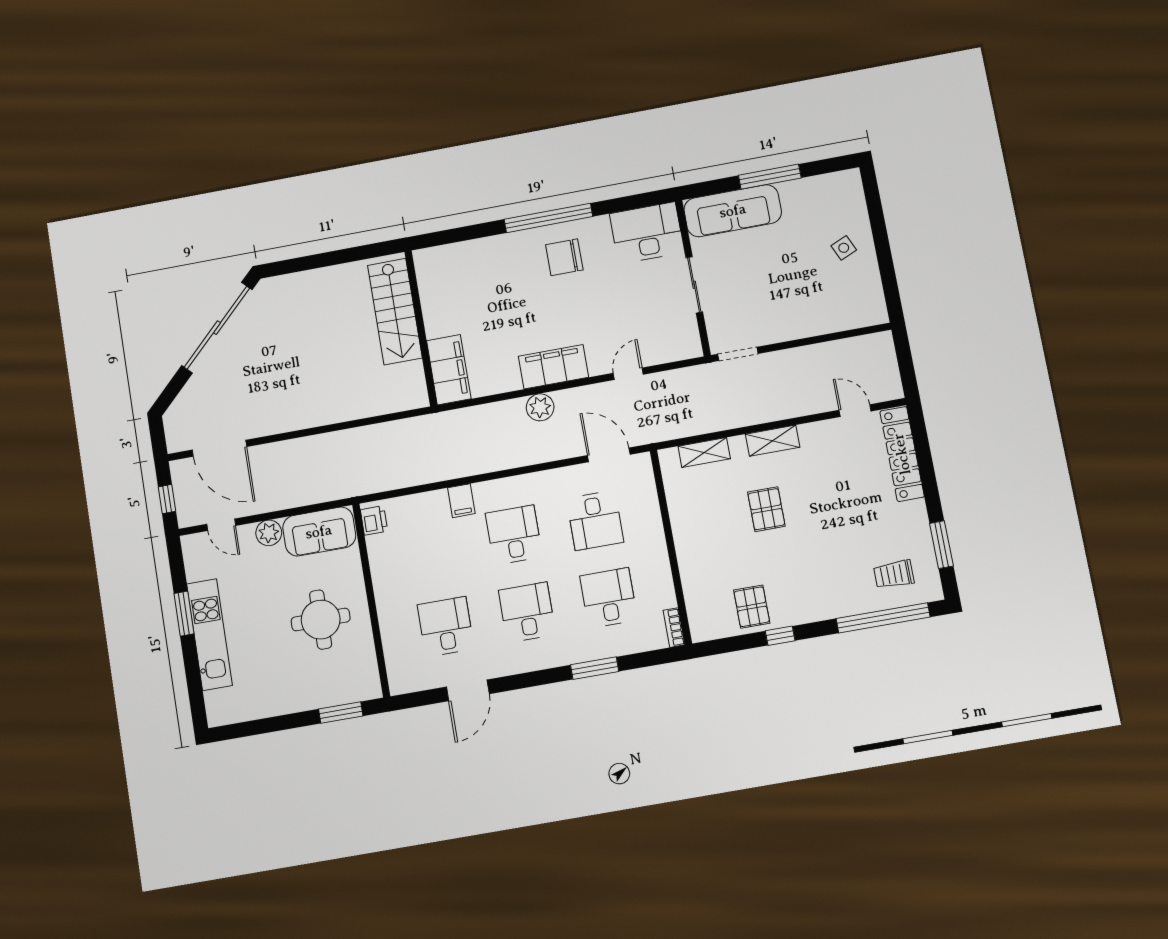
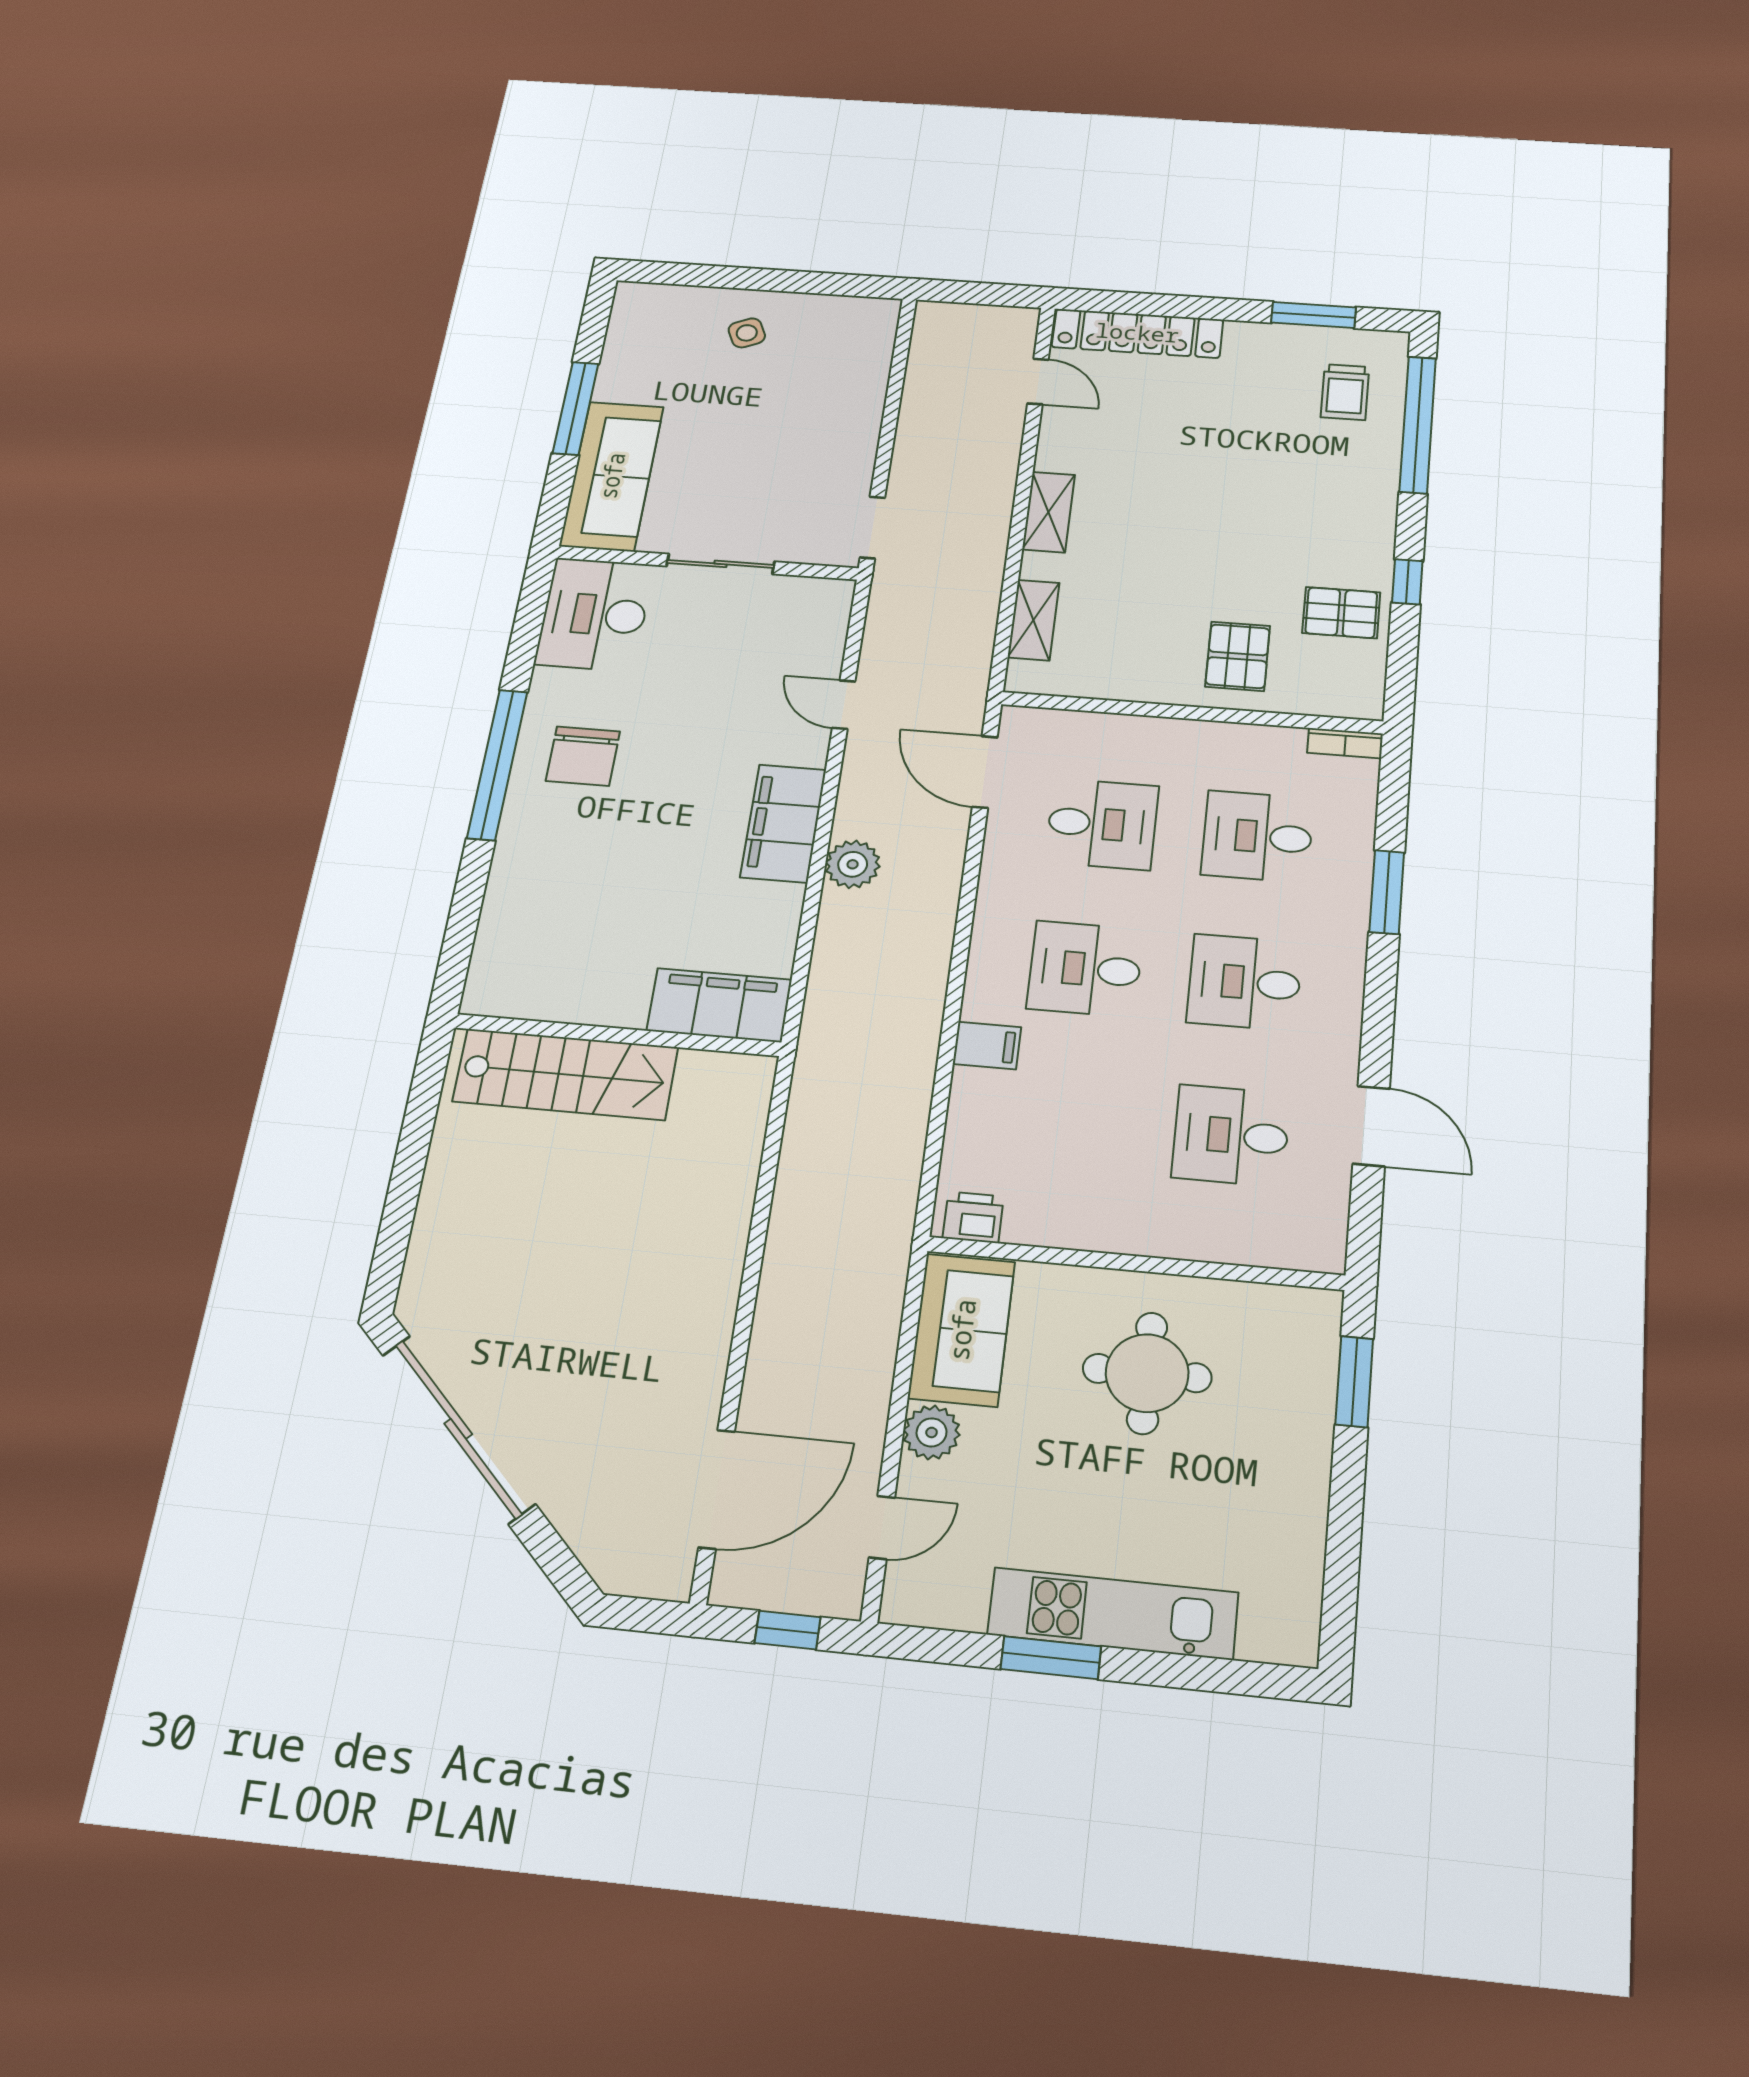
door: (855, 411) -> (1038, 381), swing flipped
door: (609, 455) -> (985, 772), hinge flipped
pallet: (766, 509) -> (1238, 656), moved, turned 90

